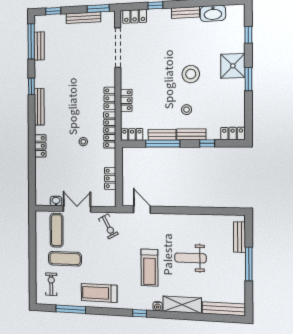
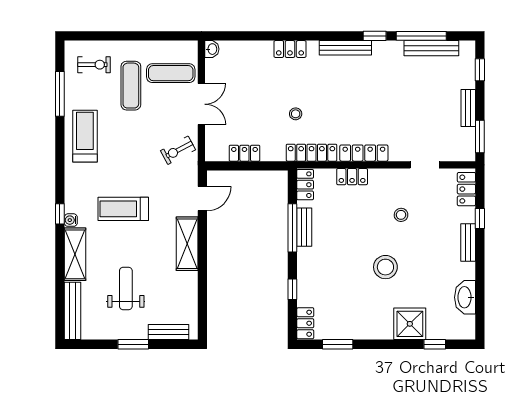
bench: (185, 12) -> (468, 243), moved
bench: (83, 18) -> (468, 108), width x0.73
window: (31, 41) -> (421, 36), moved
bench: (39, 46) -> (431, 48), width x1.36
doorway: (118, 48) -> (425, 165), width x0.53
shower: (233, 66) -> (410, 324), moved
window: (248, 79) -> (338, 344), moved
locker: (110, 98) -> (364, 153), width x1.53
stool: (186, 110) -> (401, 215), moved
bench: (191, 134) -> (304, 268), removed
washbasin: (56, 201) -> (212, 49), moved
shelving: (174, 221) -> (187, 244), added
weight bench: (190, 258) -> (126, 288), moved
window: (249, 264) -> (133, 344), width x0.69
window: (140, 313) -> (60, 214), moved

